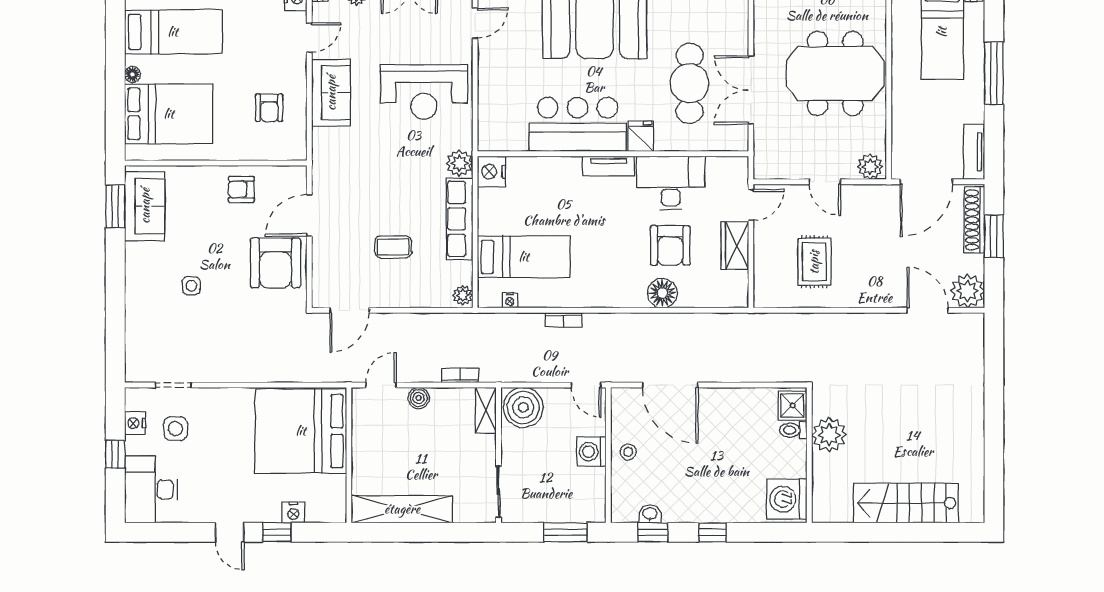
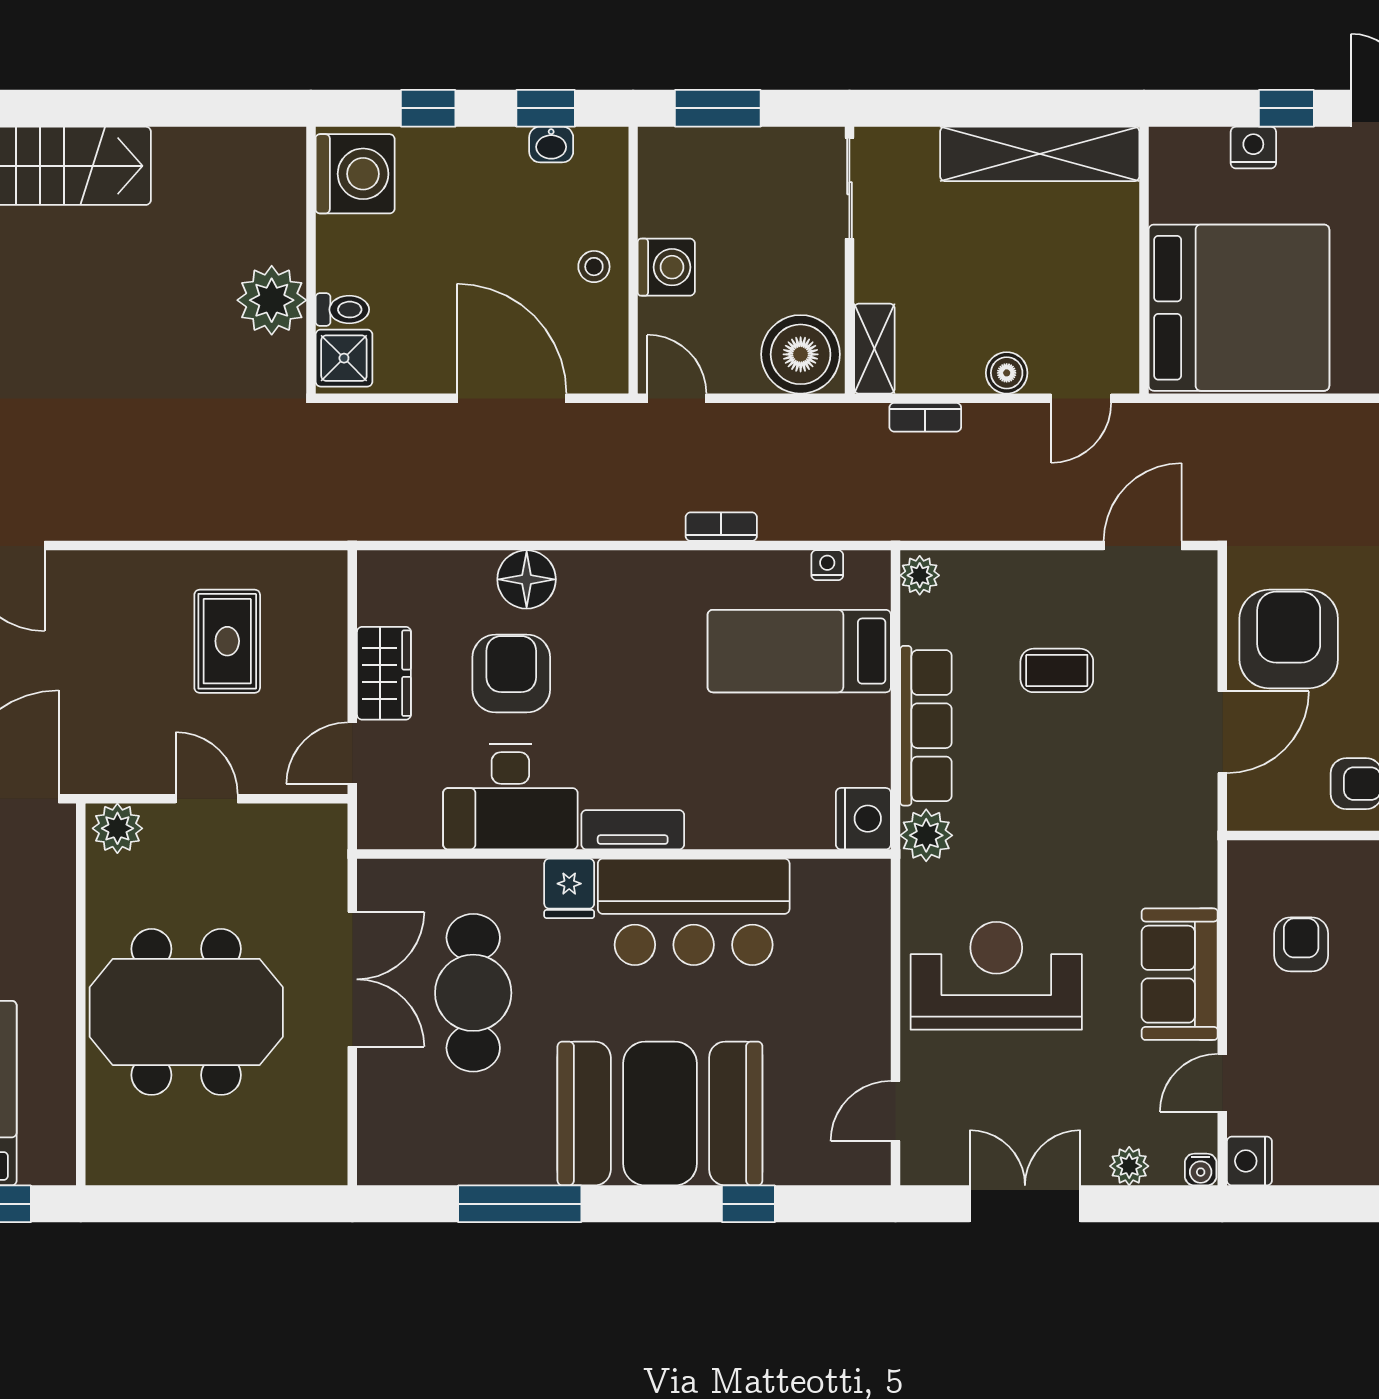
shower: (792, 405) -> (344, 358), moved
toilet: (793, 430) -> (342, 310), moved
plant: (829, 435) -> (272, 300), moved
wall: (809, 455) -> (311, 260), moved
washing machine: (787, 499) -> (355, 174), moved

